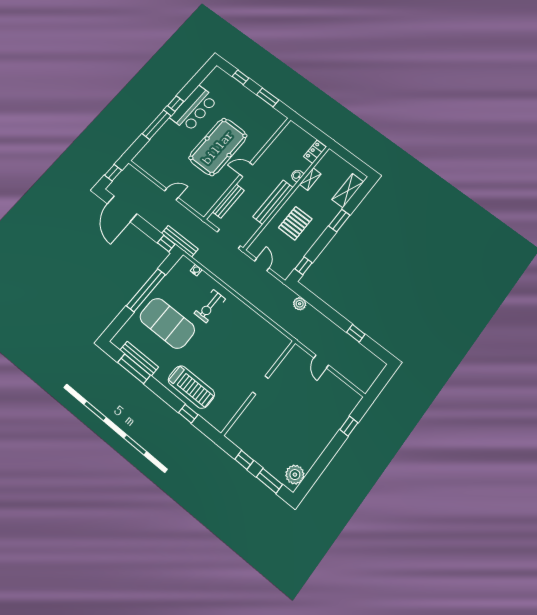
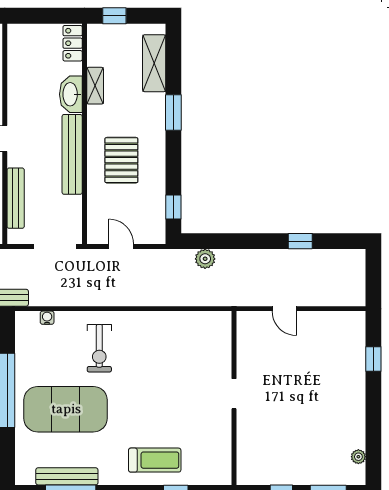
window: (345, 155) -> (114, 16), added
washbasin: (297, 175) -> (71, 94), width x1.91, depth x1.45
treadmill: (191, 387) -> (155, 460), width x0.73, depth x0.73
plant: (295, 475) -> (358, 457), width x0.53, depth x0.53

